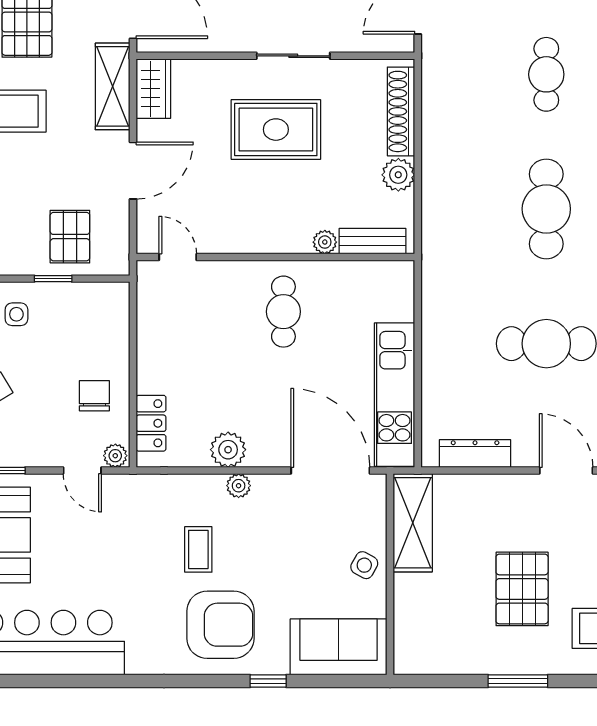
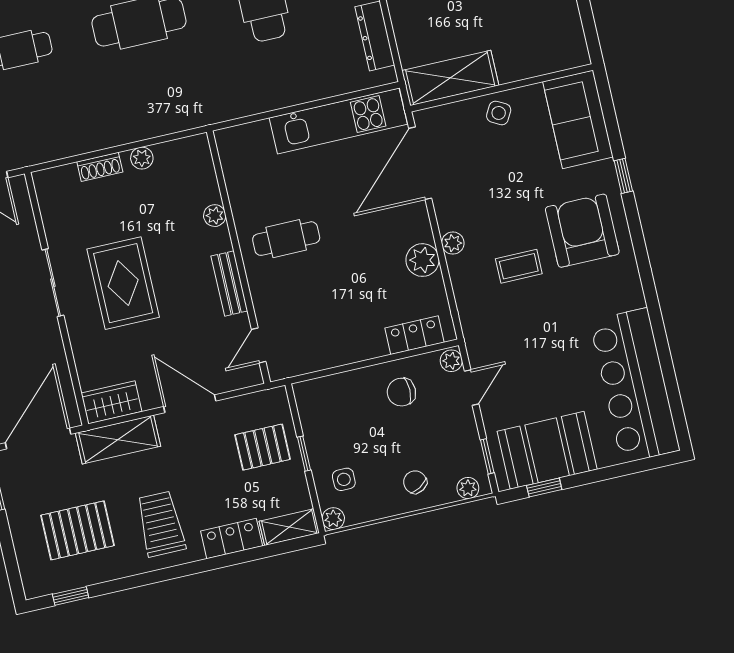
shoe rack: (401, 111) -> (100, 167), width x0.51, depth x0.81
plant: (398, 175) -> (142, 158), width x0.73, depth x0.73
bench: (373, 241) -> (229, 283), moved

